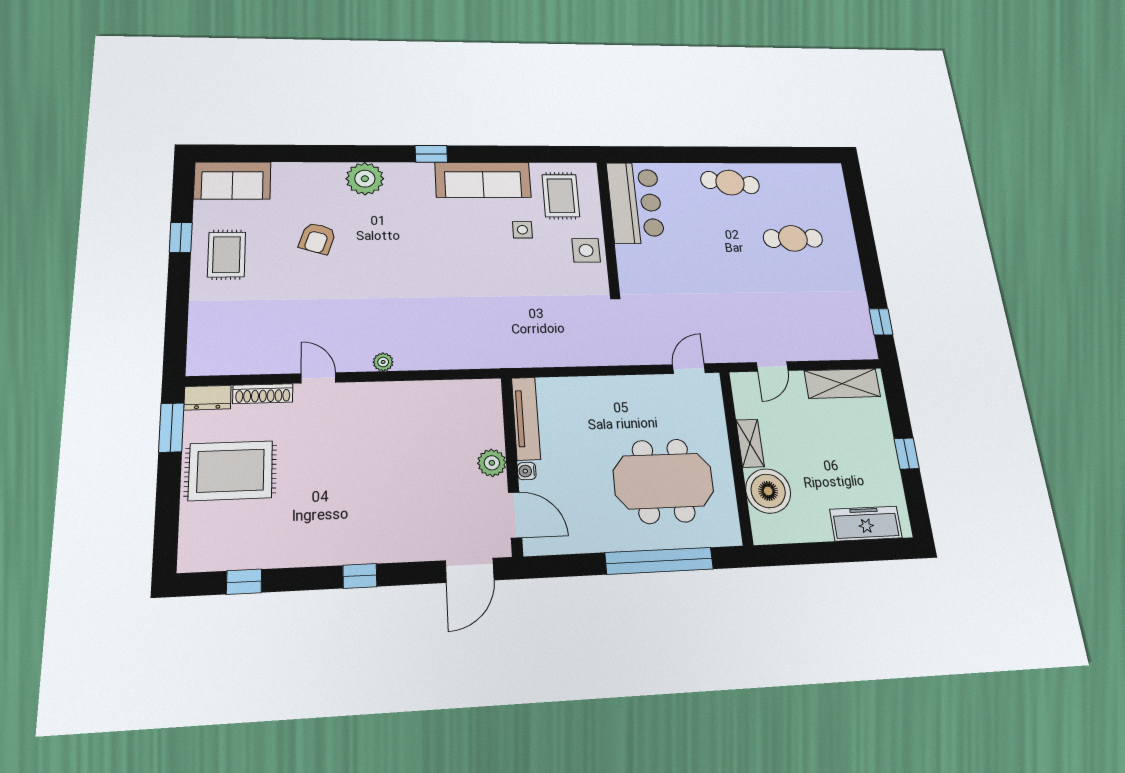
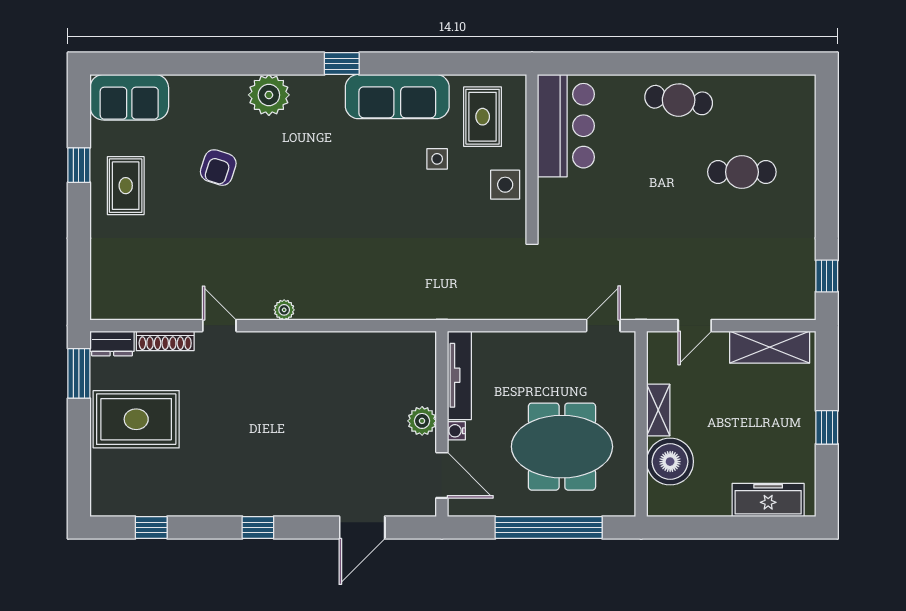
tv unit: (526, 418) -> (459, 375), moved
plant: (492, 463) -> (422, 421), moved
wall: (512, 465) -> (442, 424), moved
water cooler: (527, 471) -> (456, 431), moved
door: (515, 515) -> (442, 475), moved

